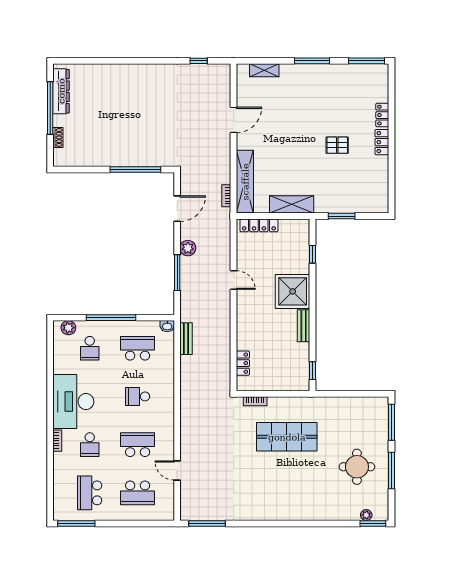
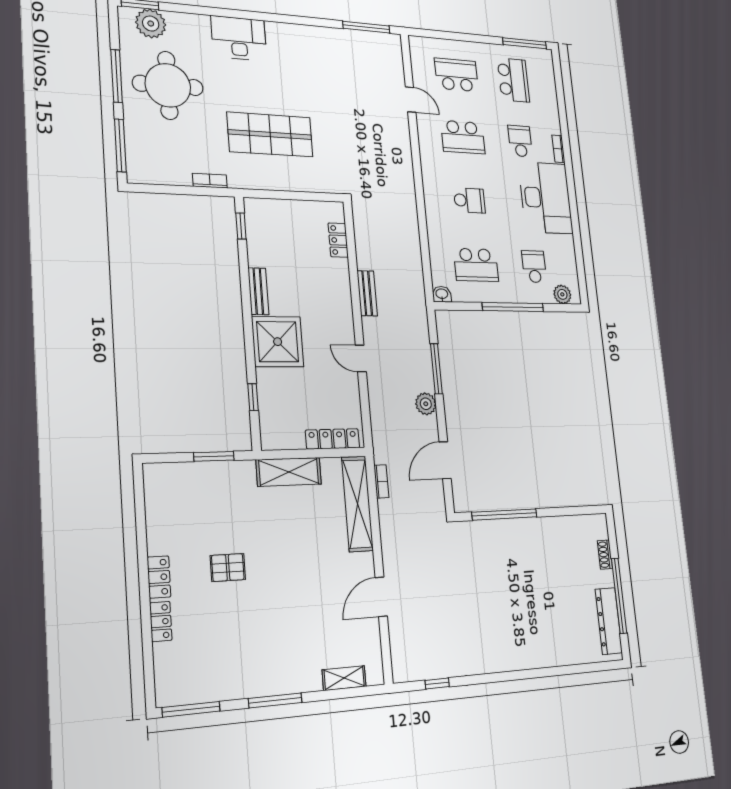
bench: (186, 339) -> (367, 293), moved
bookcase: (255, 401) -> (210, 181), moved
round table: (357, 467) -> (168, 85), width x1.36, depth x1.36
desk: (304, 506) -> (239, 38), added
plant: (366, 515) -> (151, 24), width x1.88, depth x1.88

